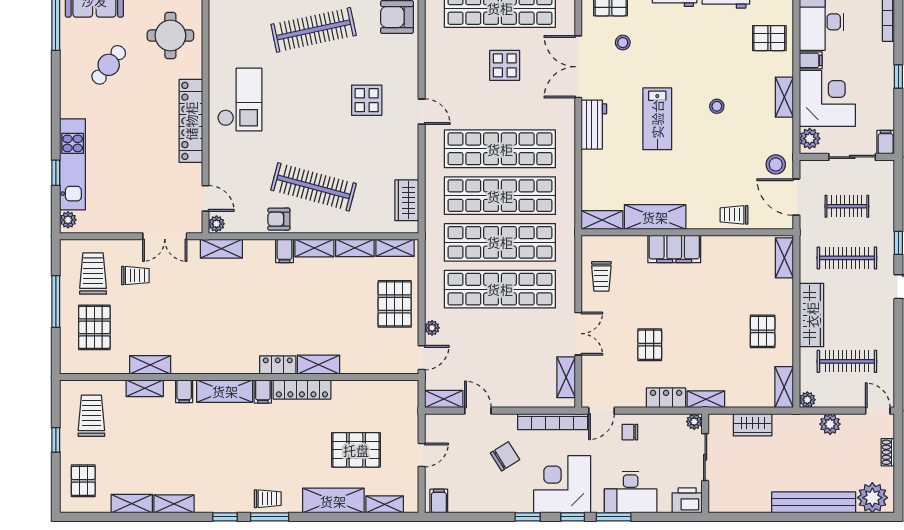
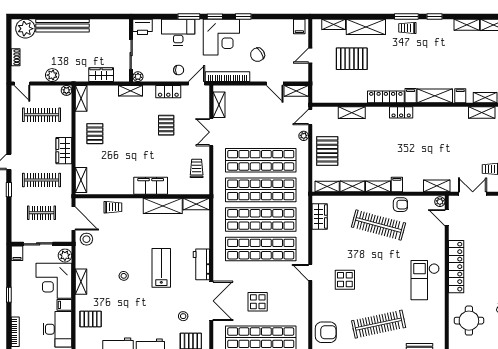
wardrobe: (812, 315) -> (64, 151), width x0.67
shelving: (319, 365) -> (352, 113), moved
locker: (666, 398) -> (168, 92), moved

